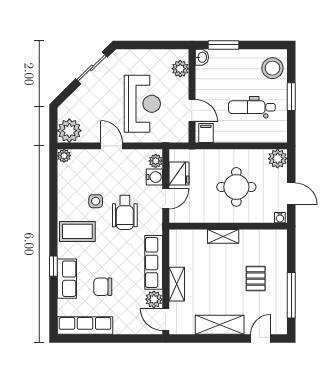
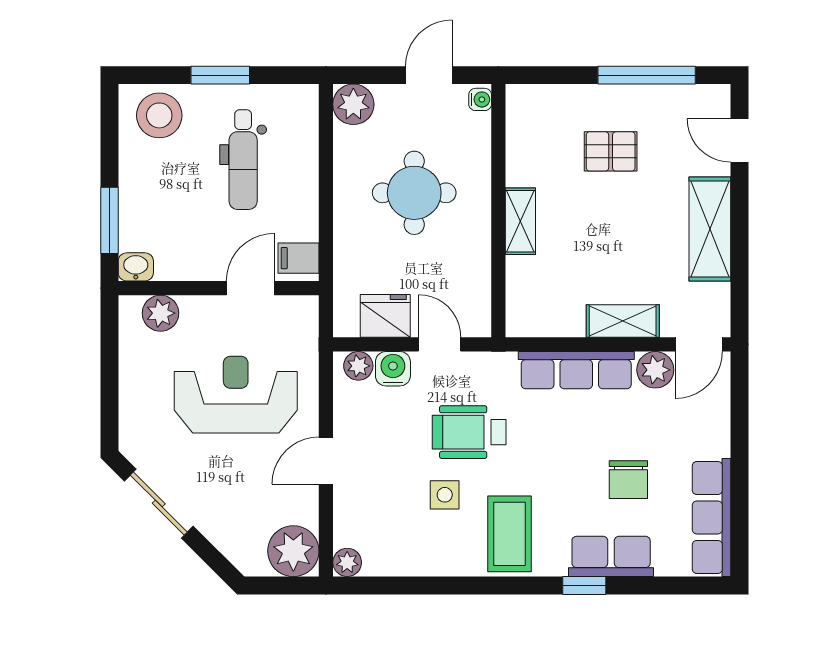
wheelchair: (125, 213) -> (469, 432), turned 180

